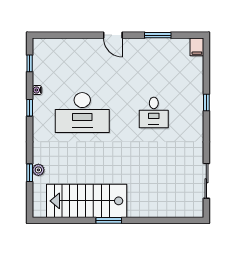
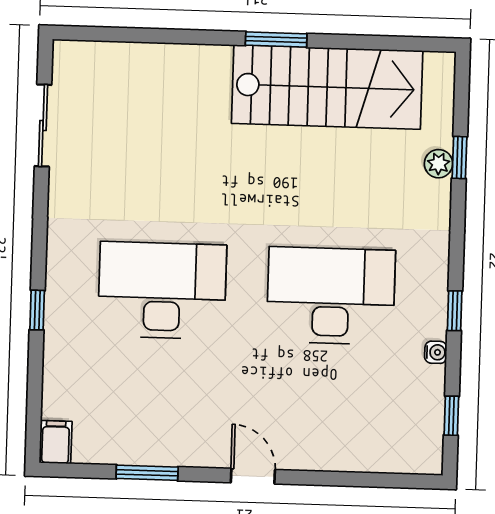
desk: (154, 113) -> (162, 291), width x1.87, depth x1.30

